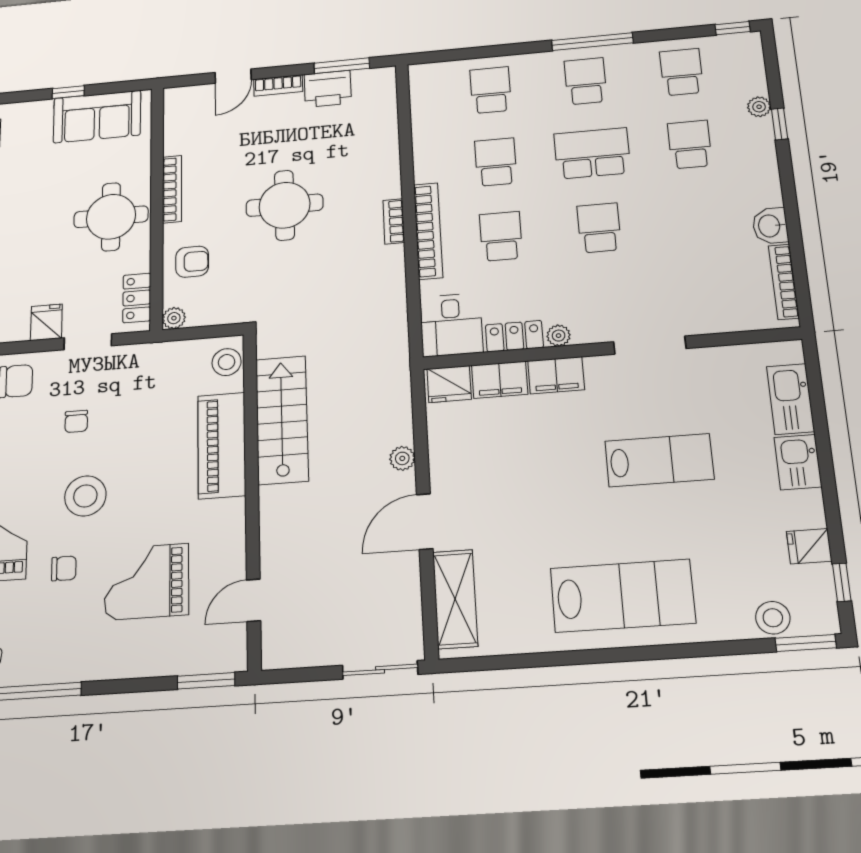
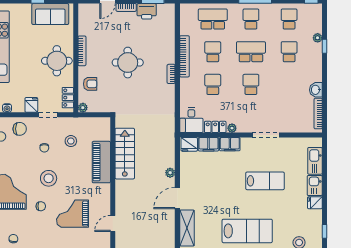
school desk: (491, 90) -> (213, 19), width x1.85
bookcase: (428, 231) -> (184, 56), moved
stool: (227, 362) -> (71, 141), moved
fridge: (809, 546) -> (315, 203), moved

